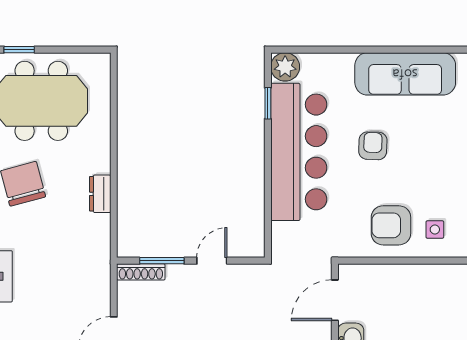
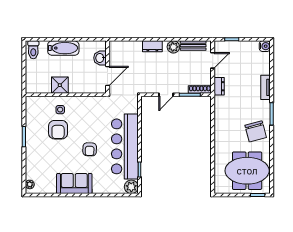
sofa: (405, 74) -> (74, 183), width x0.73
dresser: (100, 194) -> (219, 86), moved
armchair: (391, 225) -> (58, 130), moved, turned 90
shower: (436, 281) -> (60, 85), added

